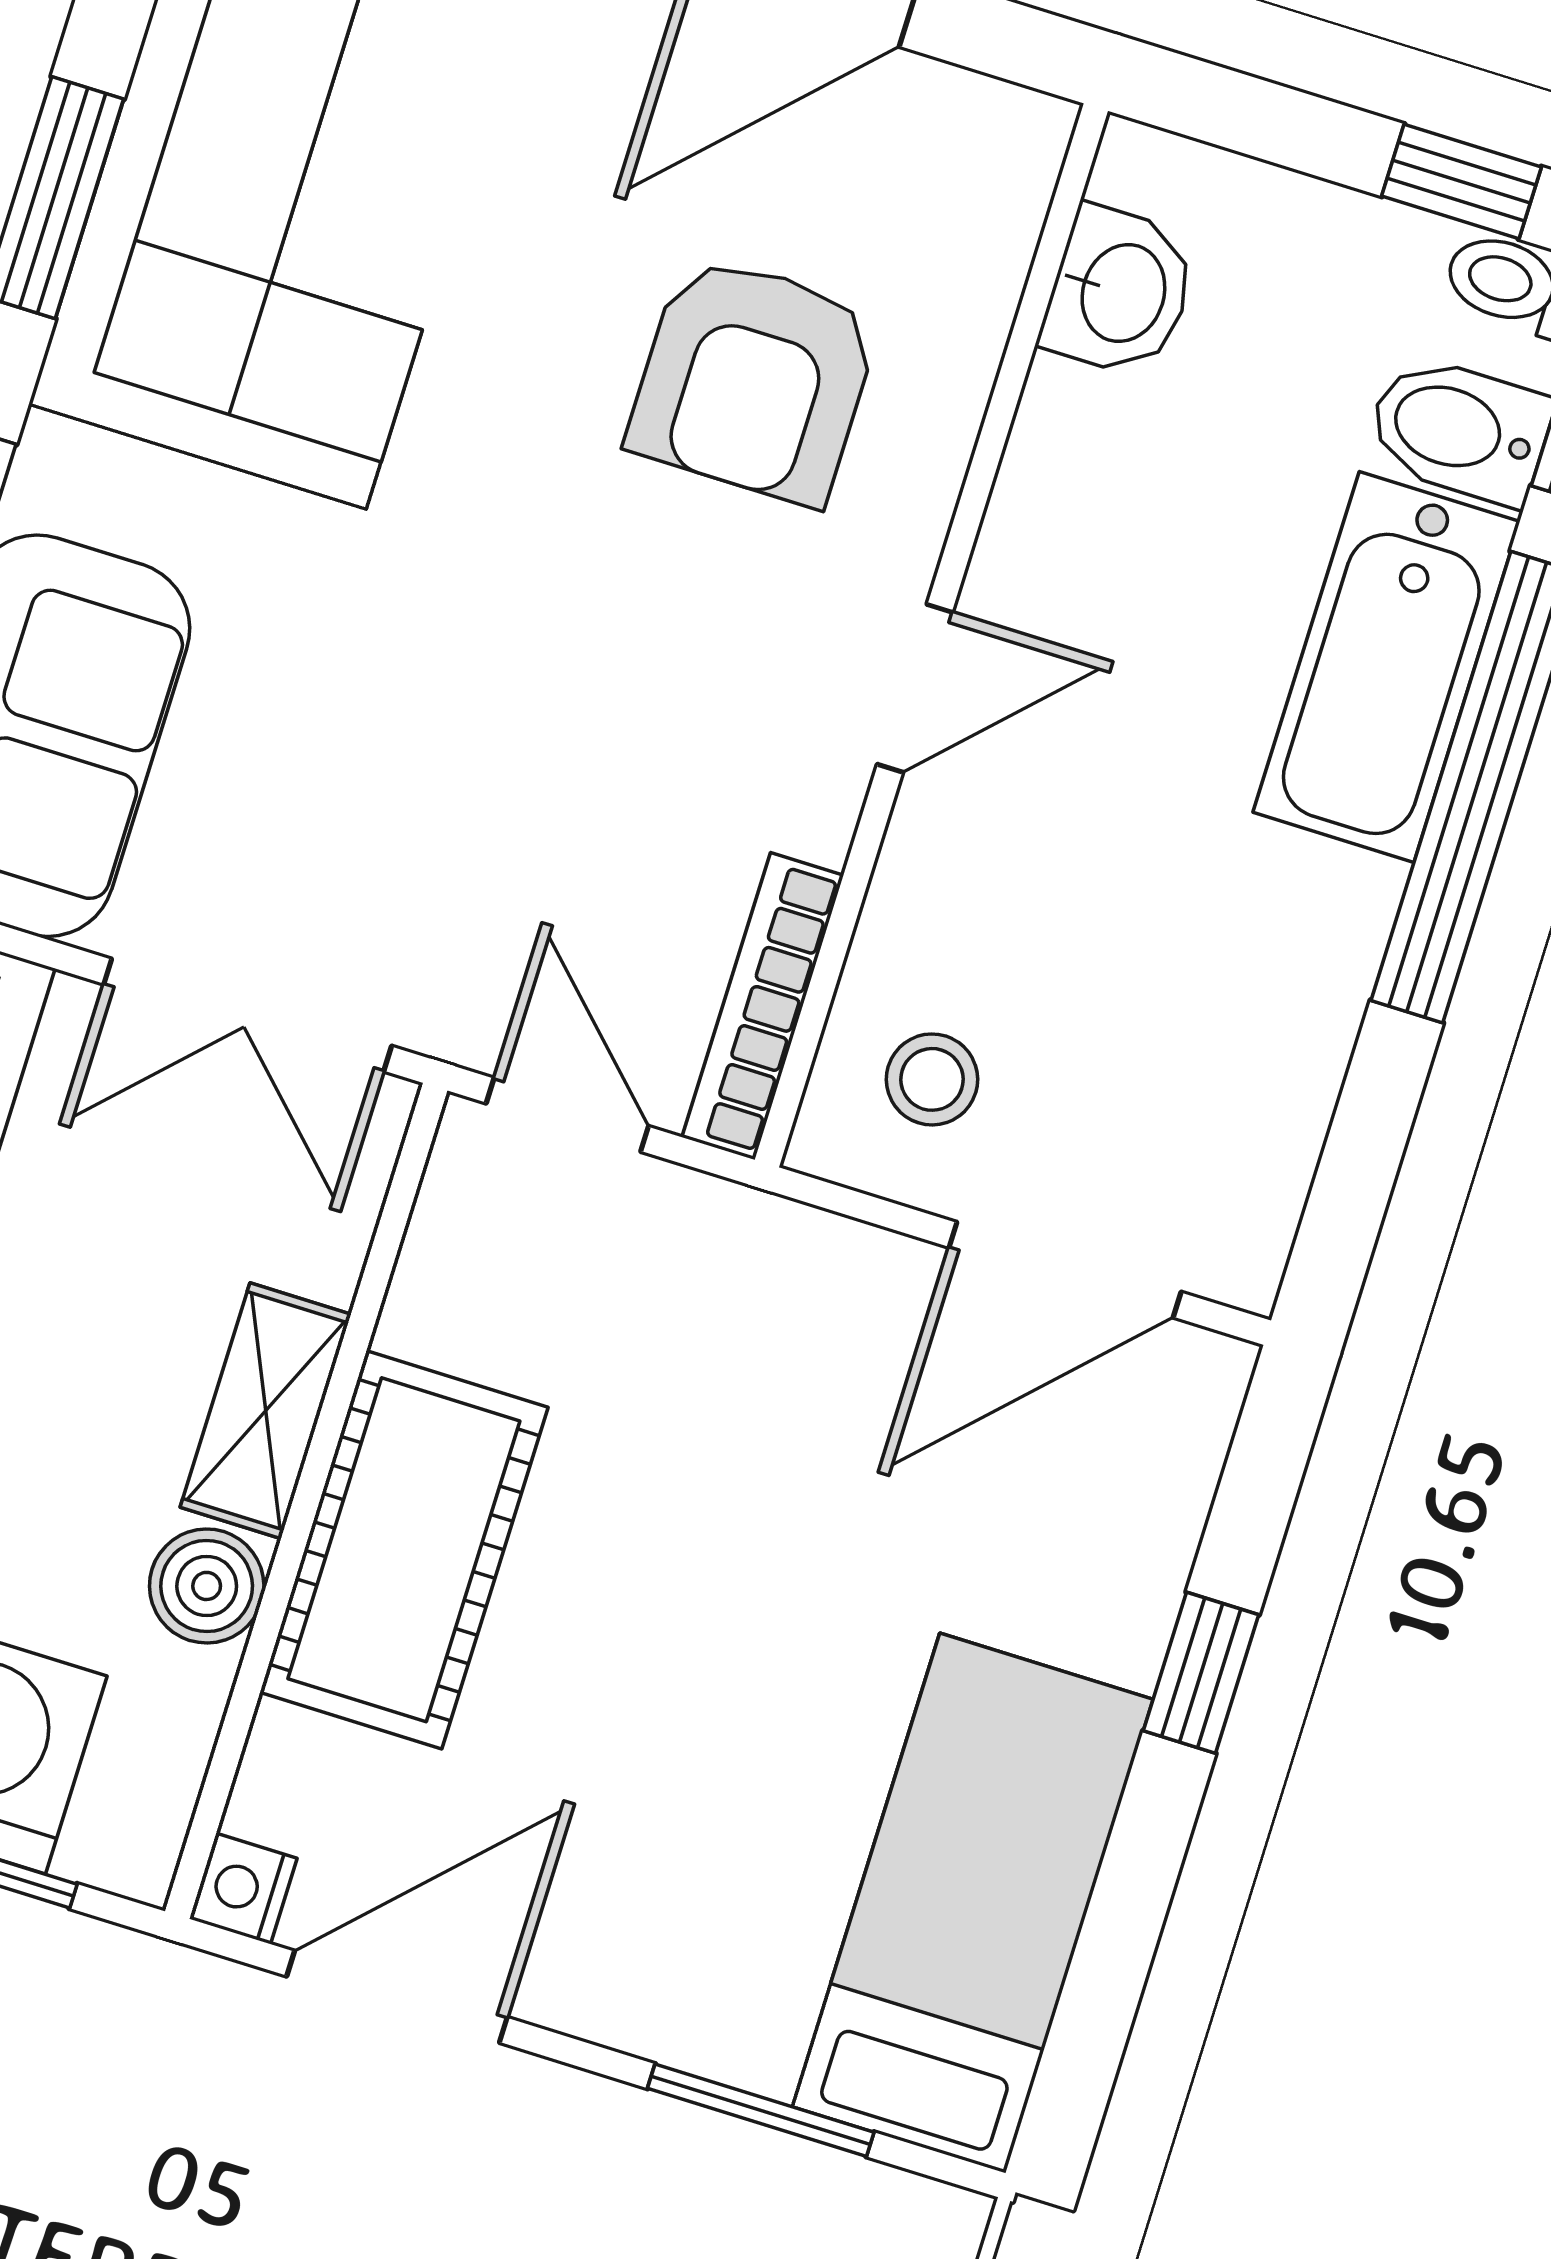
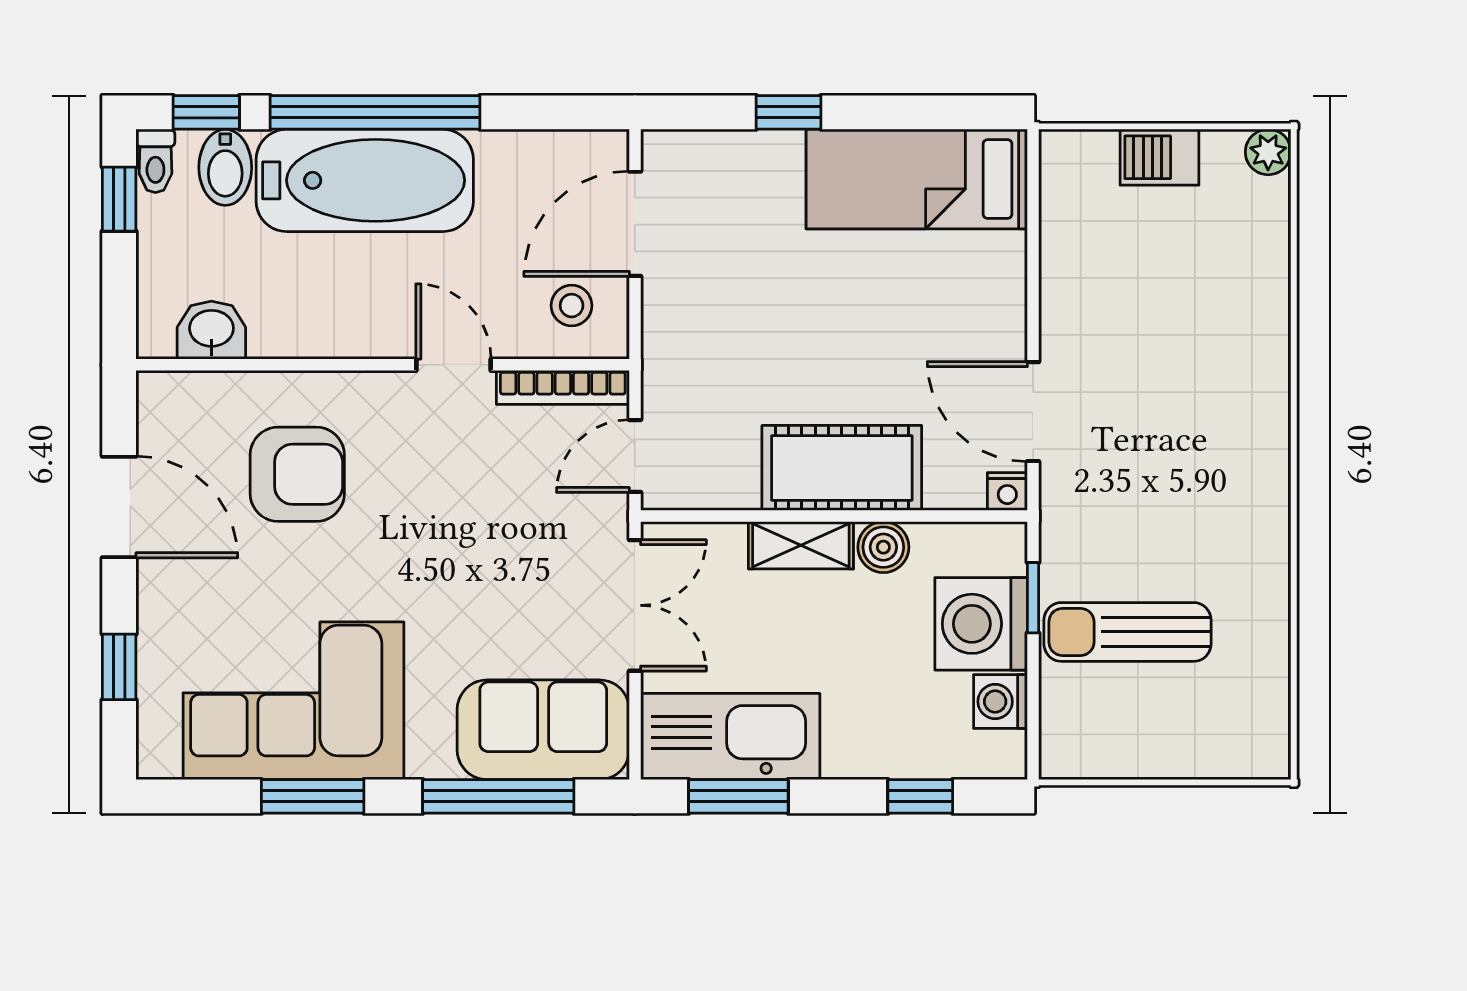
bathtub: (1387, 667) -> (365, 180), width x1.36, depth x1.36
door: (915, 688) -> (453, 365), moved
door: (1065, 1270) -> (635, 224), swing flipped
window: (761, 2110) -> (1033, 242), removed

